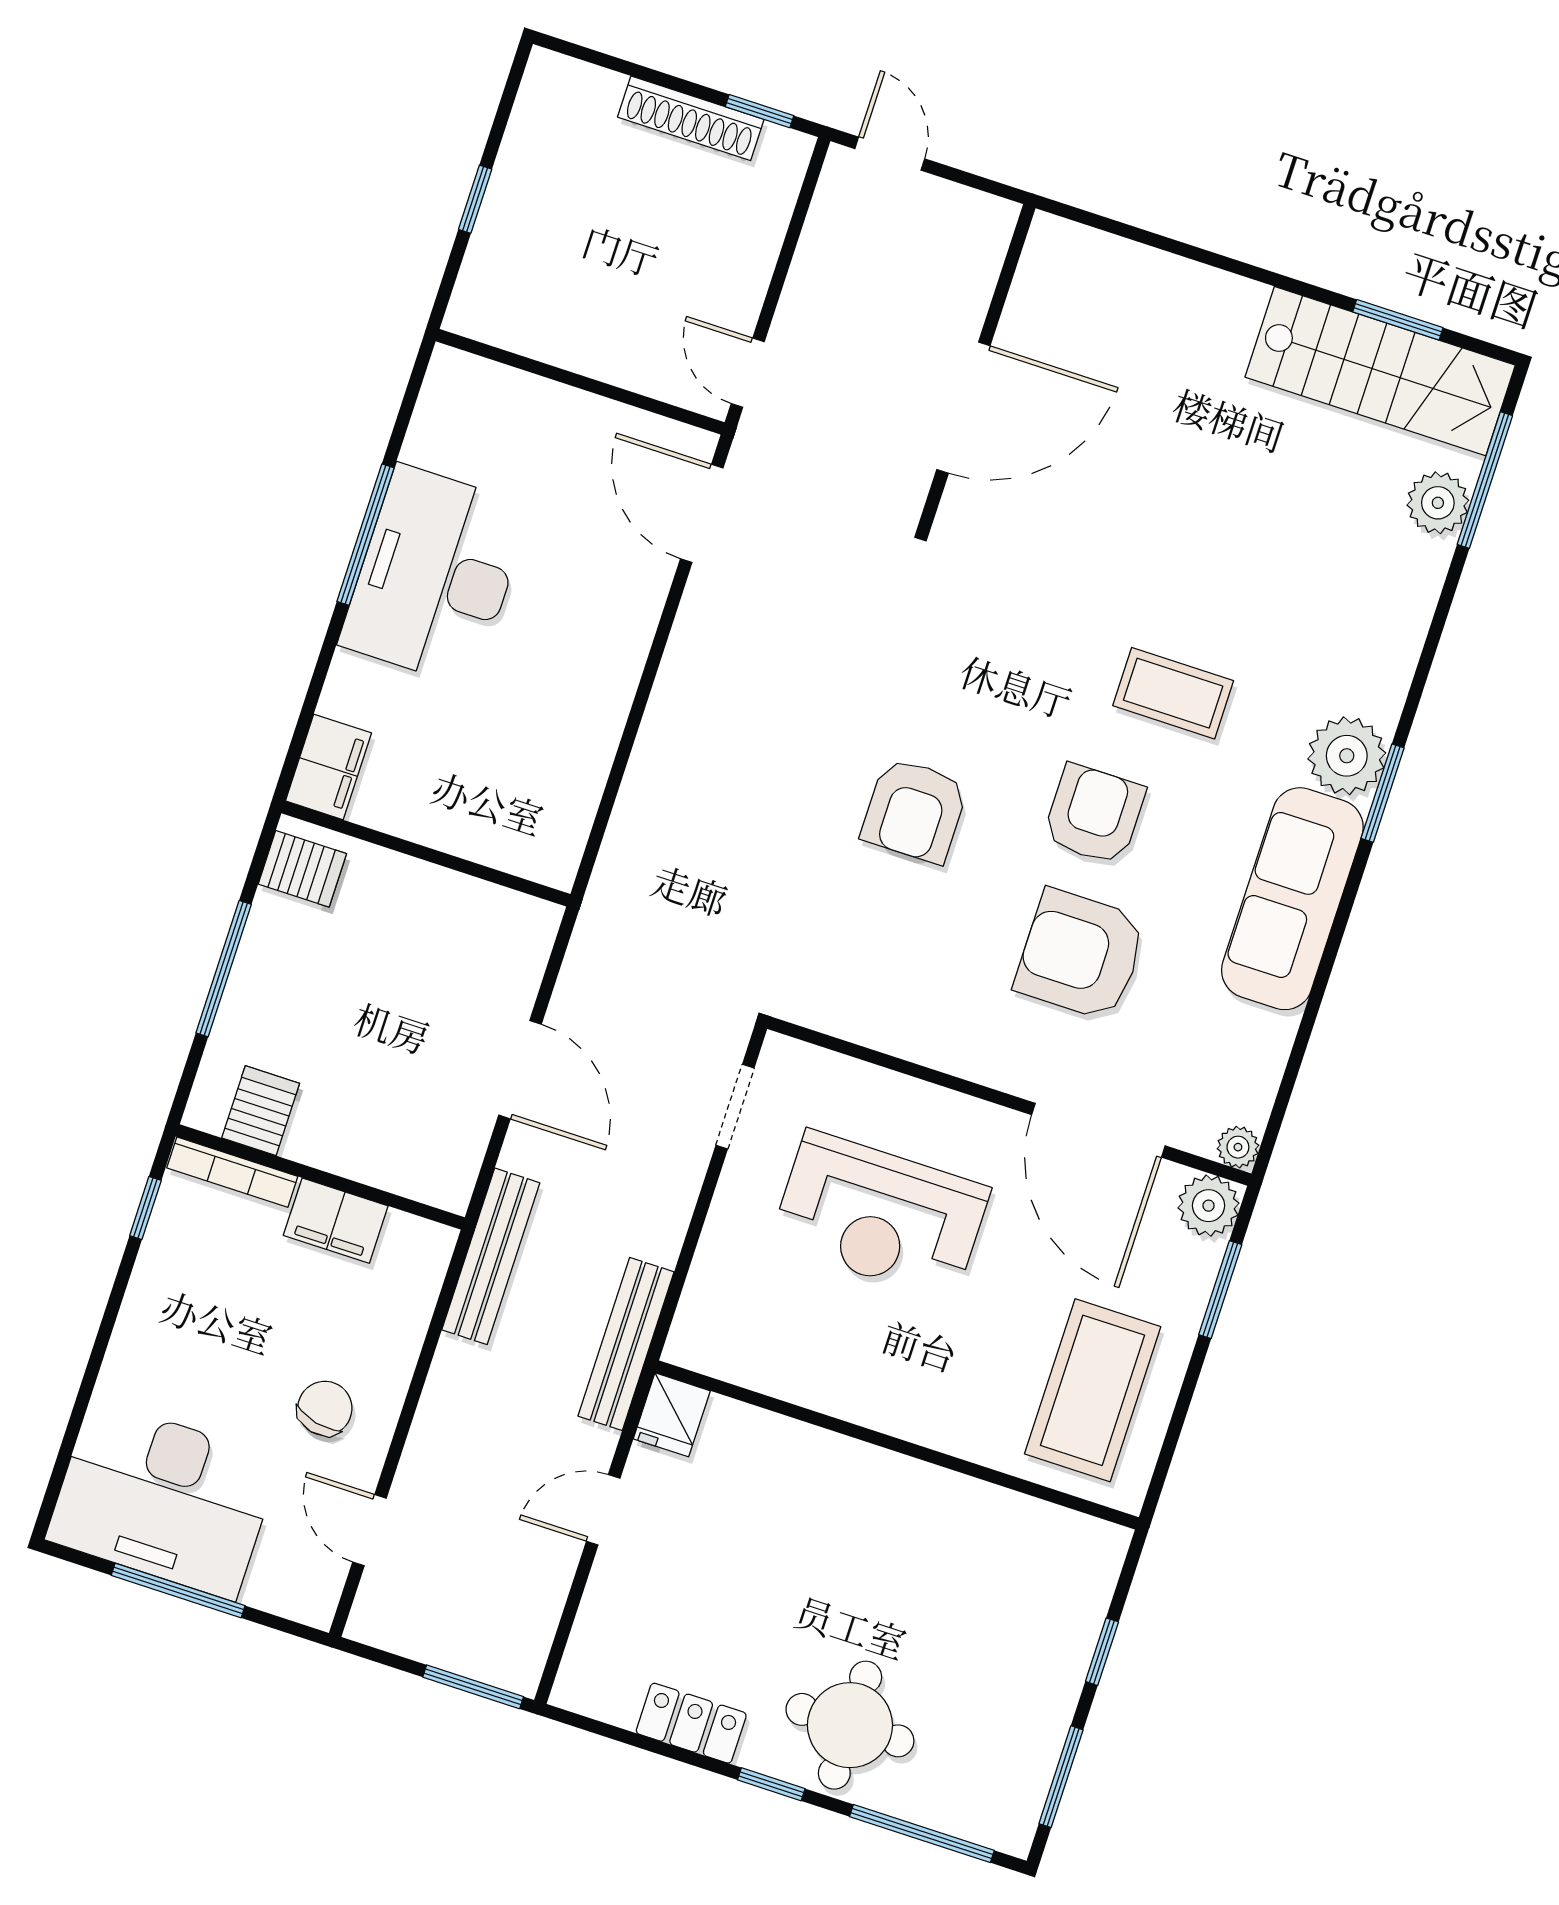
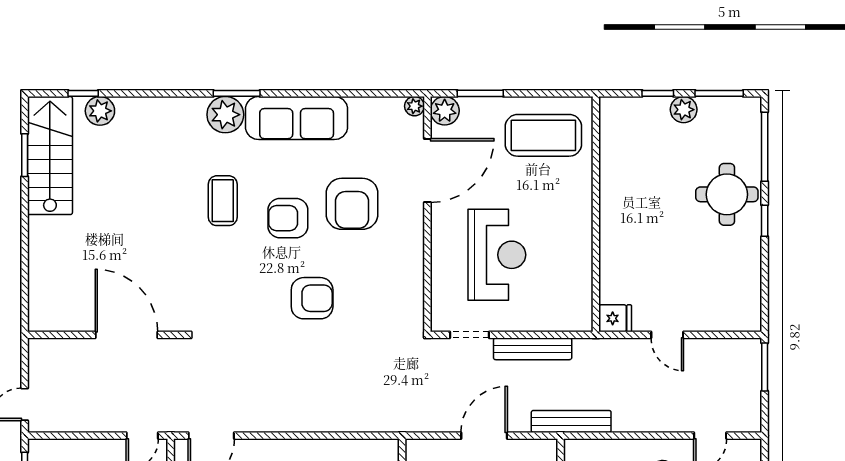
window: (1485, 480) -> (83, 93), width x0.46
bench: (626, 1344) -> (533, 349), moved
plant: (1052, 1693) -> (684, 110), added
locker: (691, 1723) -> (749, 265), removed

